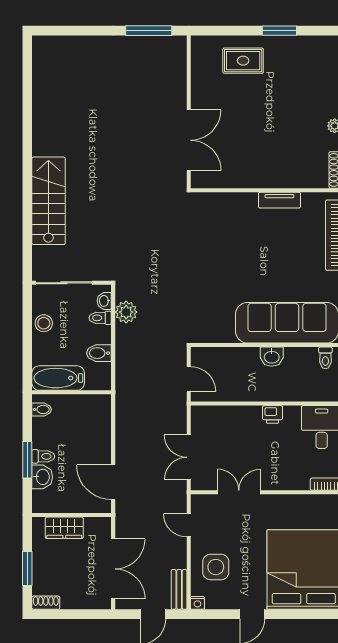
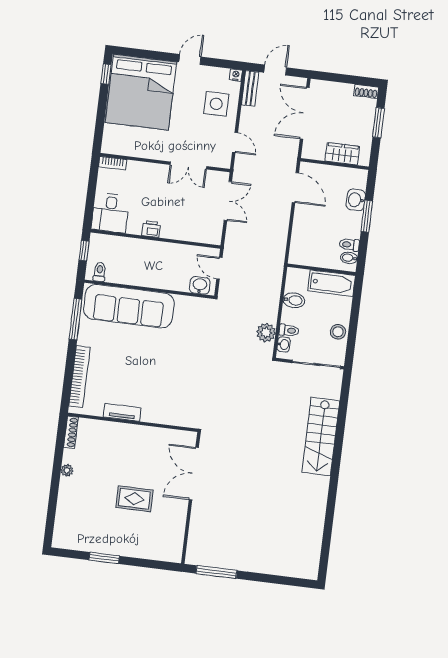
rug: (243, 61) -> (134, 499), moved
washbasin: (272, 357) -> (200, 285), moved
toilet: (43, 456) -> (349, 245), moved

